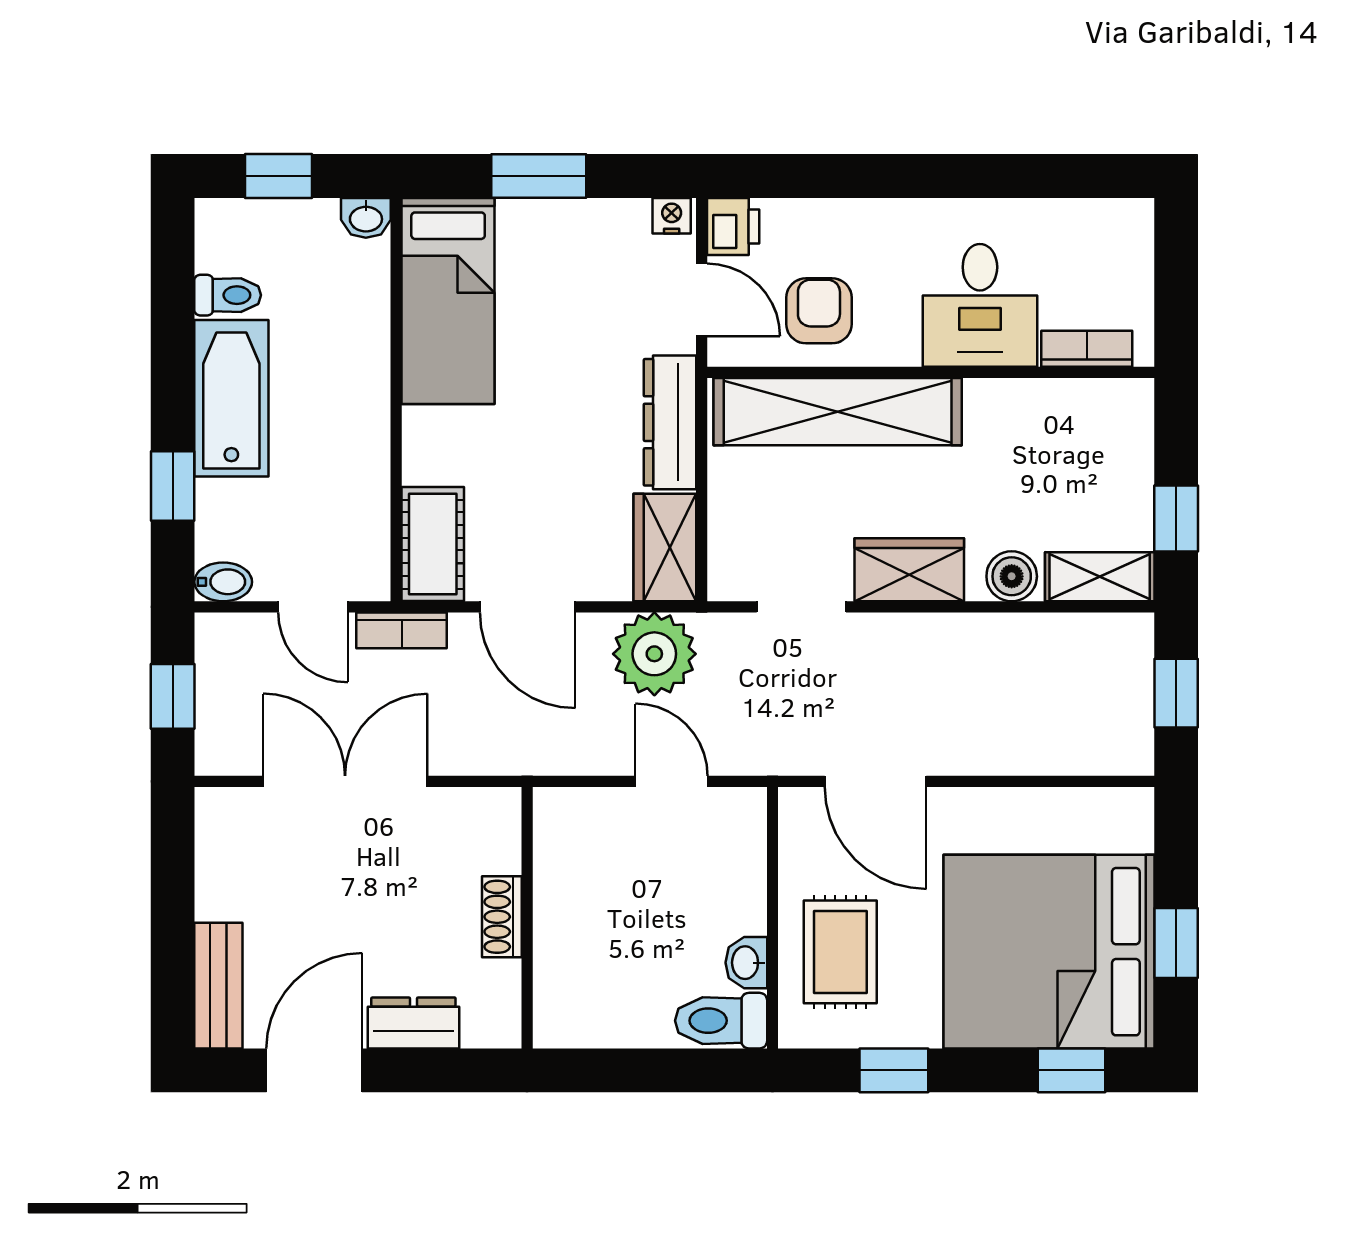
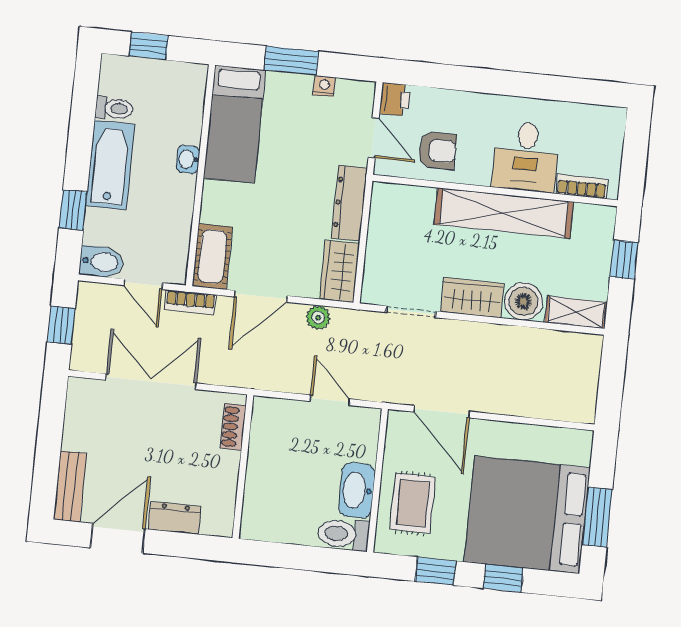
nightstand: (672, 216) -> (324, 86), moved
washbasin: (366, 218) -> (188, 159), moved, turned 90
armchair: (819, 311) -> (437, 150), turned 90
shelving: (838, 412) -> (504, 213), moved
window: (1176, 519) -> (624, 260), moved
boiler: (1012, 576) -> (523, 301), width x1.36, depth x1.36
bidet: (223, 582) -> (101, 262), width x1.38, depth x1.36
door: (528, 607) -> (261, 296), hinge flipped
plant: (654, 654) -> (318, 317), width x0.53, depth x0.53
window: (1176, 693) -> (611, 380), removed
shoe rack: (502, 917) -> (233, 427), moved
window: (1176, 943) -> (597, 517), width x1.50
washbasin: (746, 963) -> (357, 490), width x1.91, depth x1.45
window: (1072, 1070) -> (503, 578), moved

